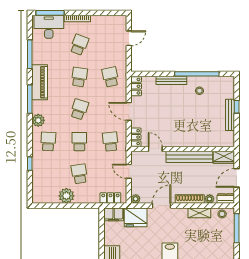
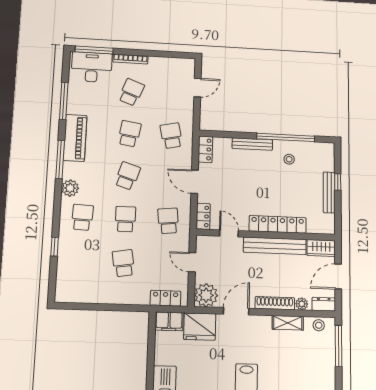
locker: (191, 141) -> (278, 224), added
plant: (66, 196) -> (104, 293), removed
plant: (136, 199) -> (206, 295), width x1.88, depth x1.88

